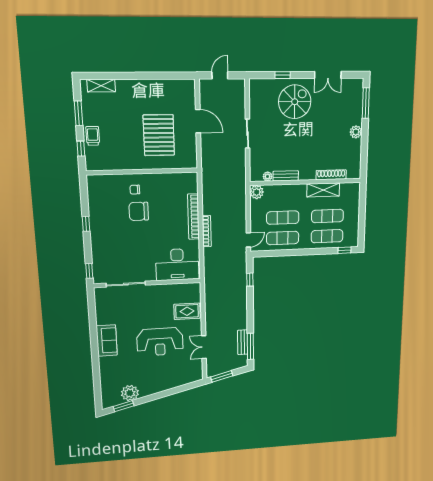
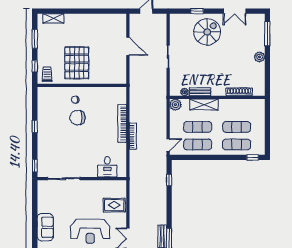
pallet: (159, 135) -> (77, 63), moved
trolley: (93, 136) -> (47, 74), moved
shelving: (323, 190) -> (204, 104), moved
desk: (177, 265) -> (107, 167), width x0.53, depth x0.77

